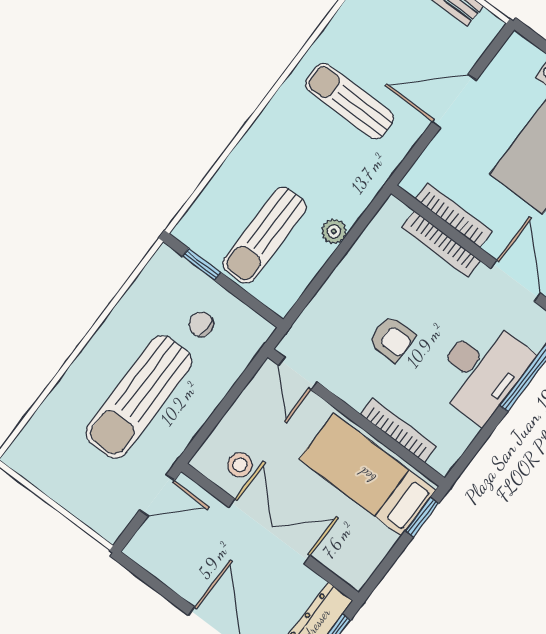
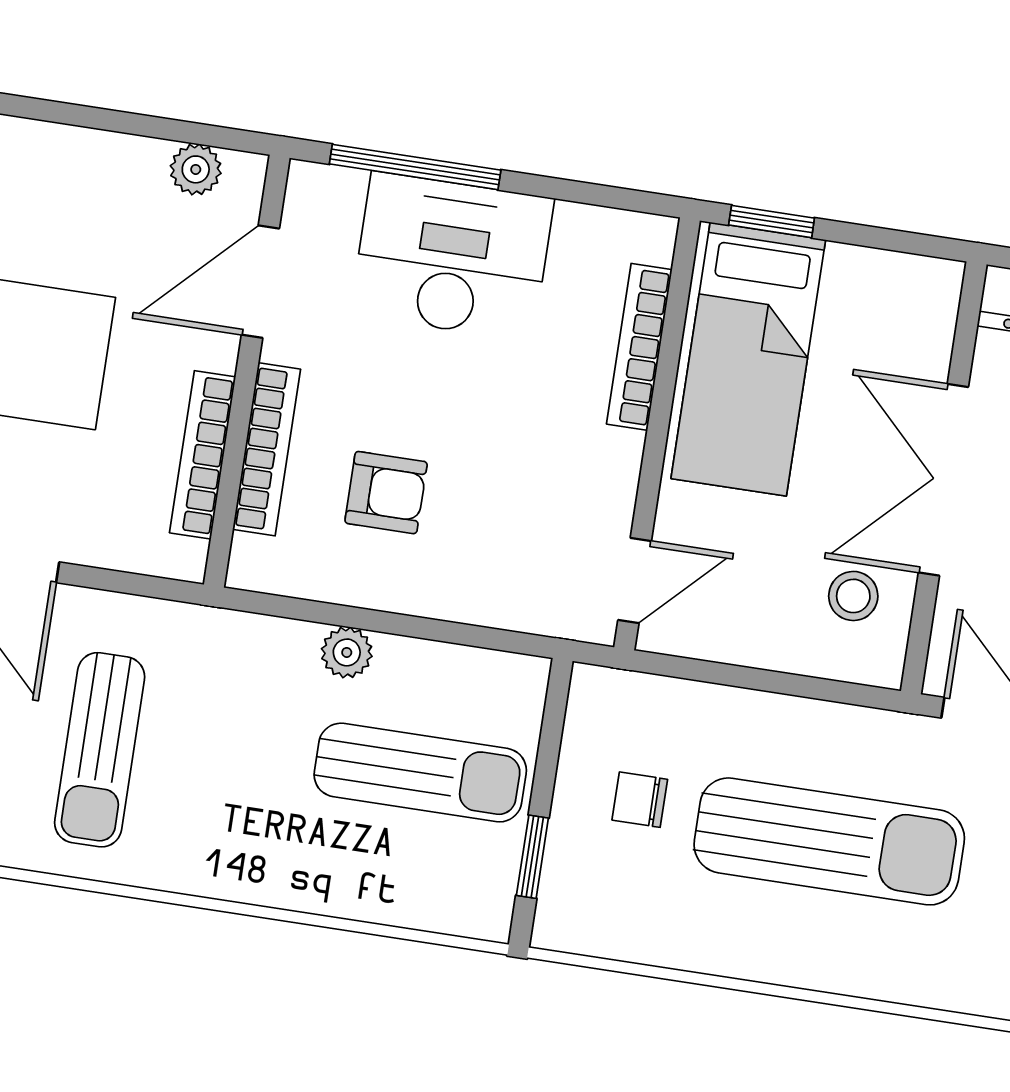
chair: (201, 324) -> (640, 800), turned 90
armchair: (392, 339) -> (386, 493), moved, turned 90

